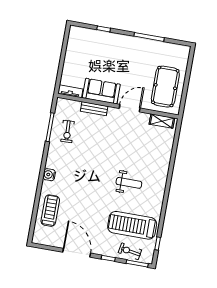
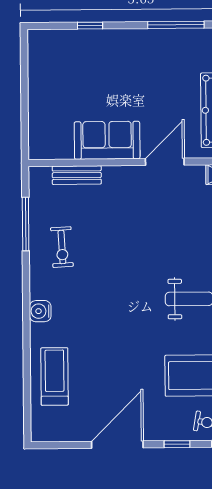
tv unit: (70, 91) -> (50, 151), removed
bench: (94, 109) -> (77, 175), moved
exercise bike: (67, 131) -> (62, 247), moved
door: (77, 253) -> (117, 445), hinge flipped

